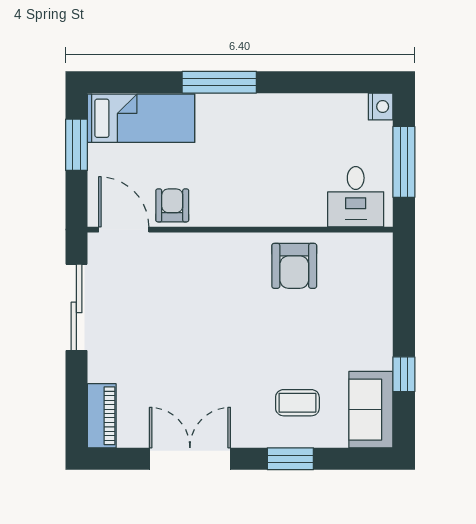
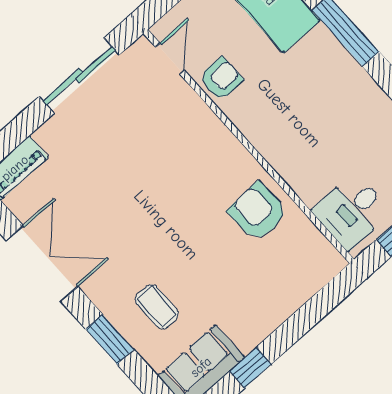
door: (124, 230) -> (170, 59), width x0.73
armchair: (294, 266) -> (258, 212), turned 88

